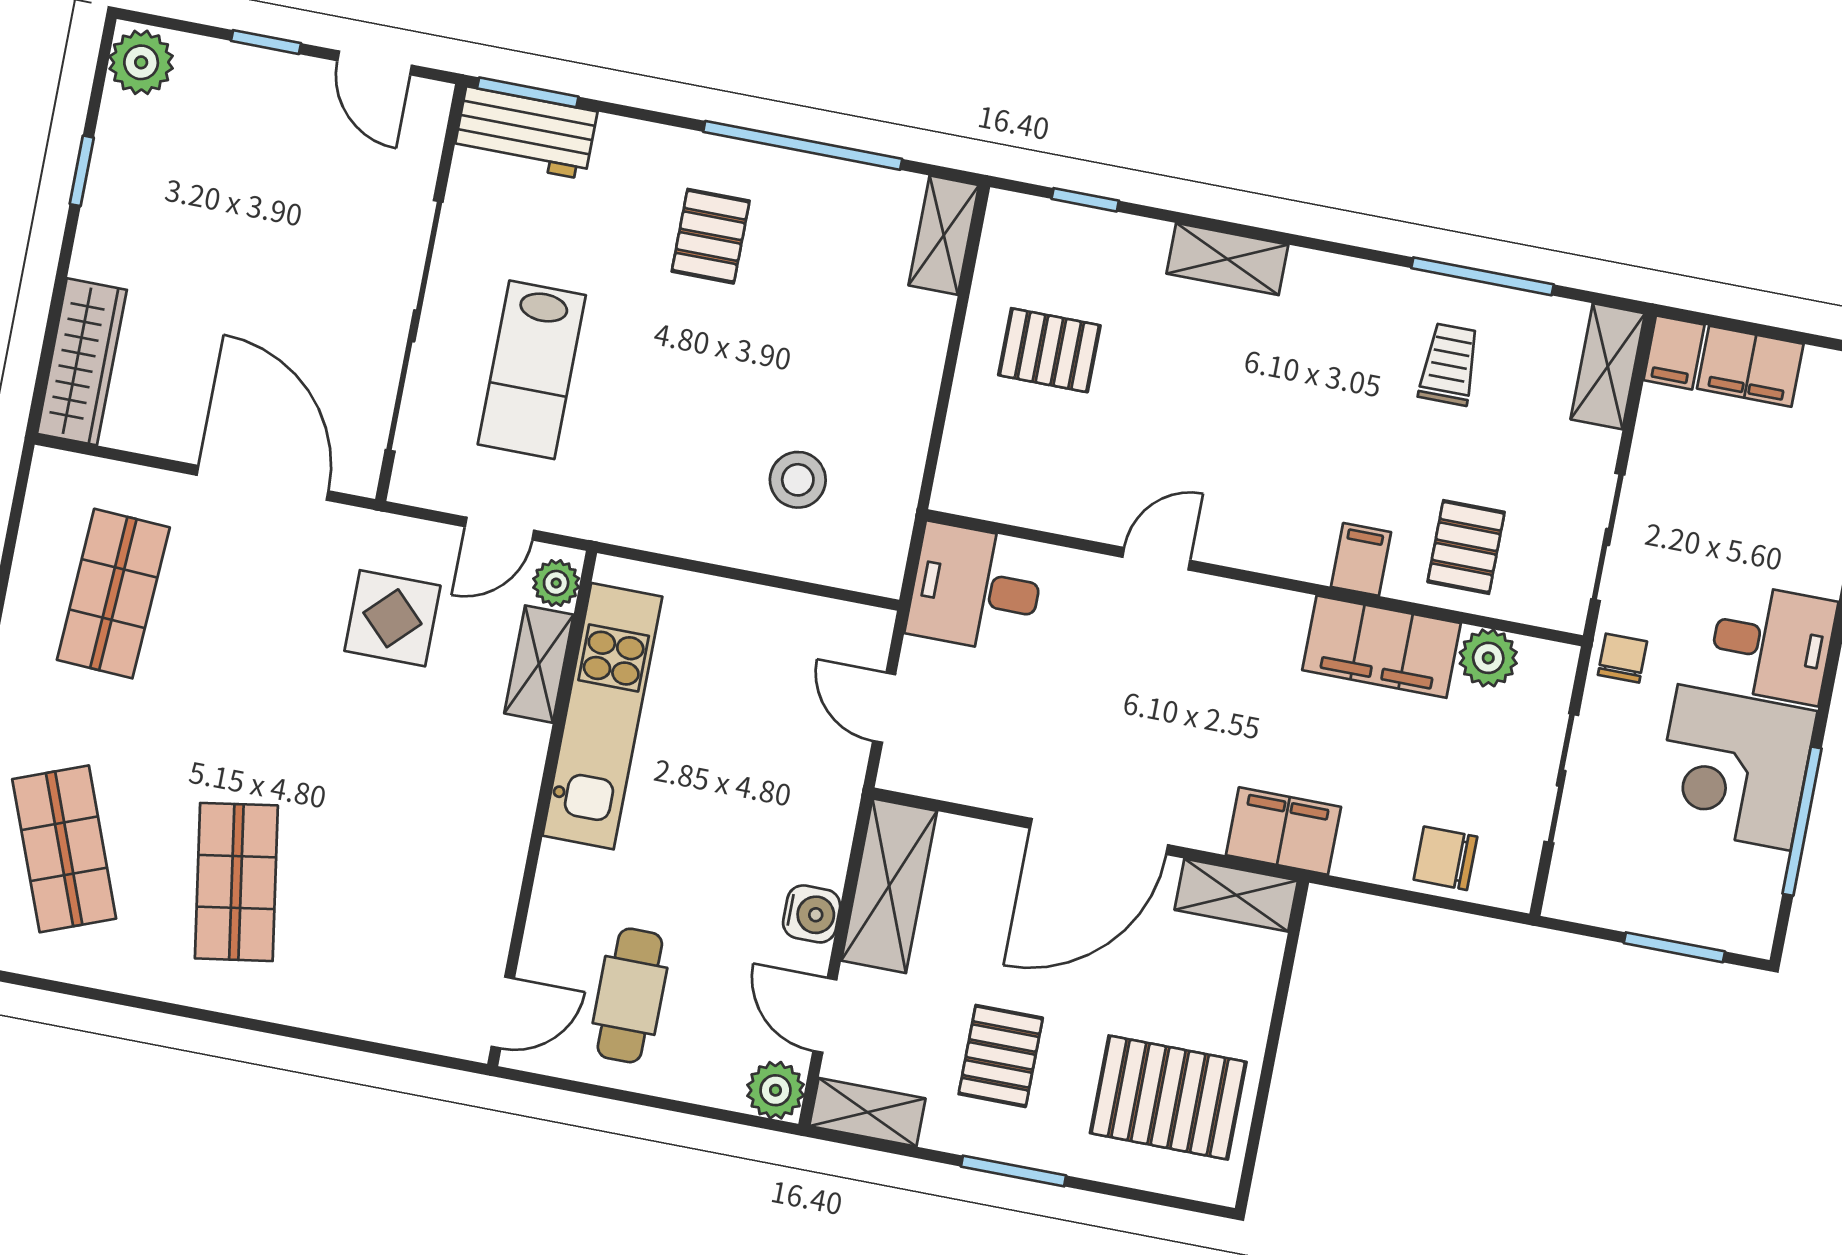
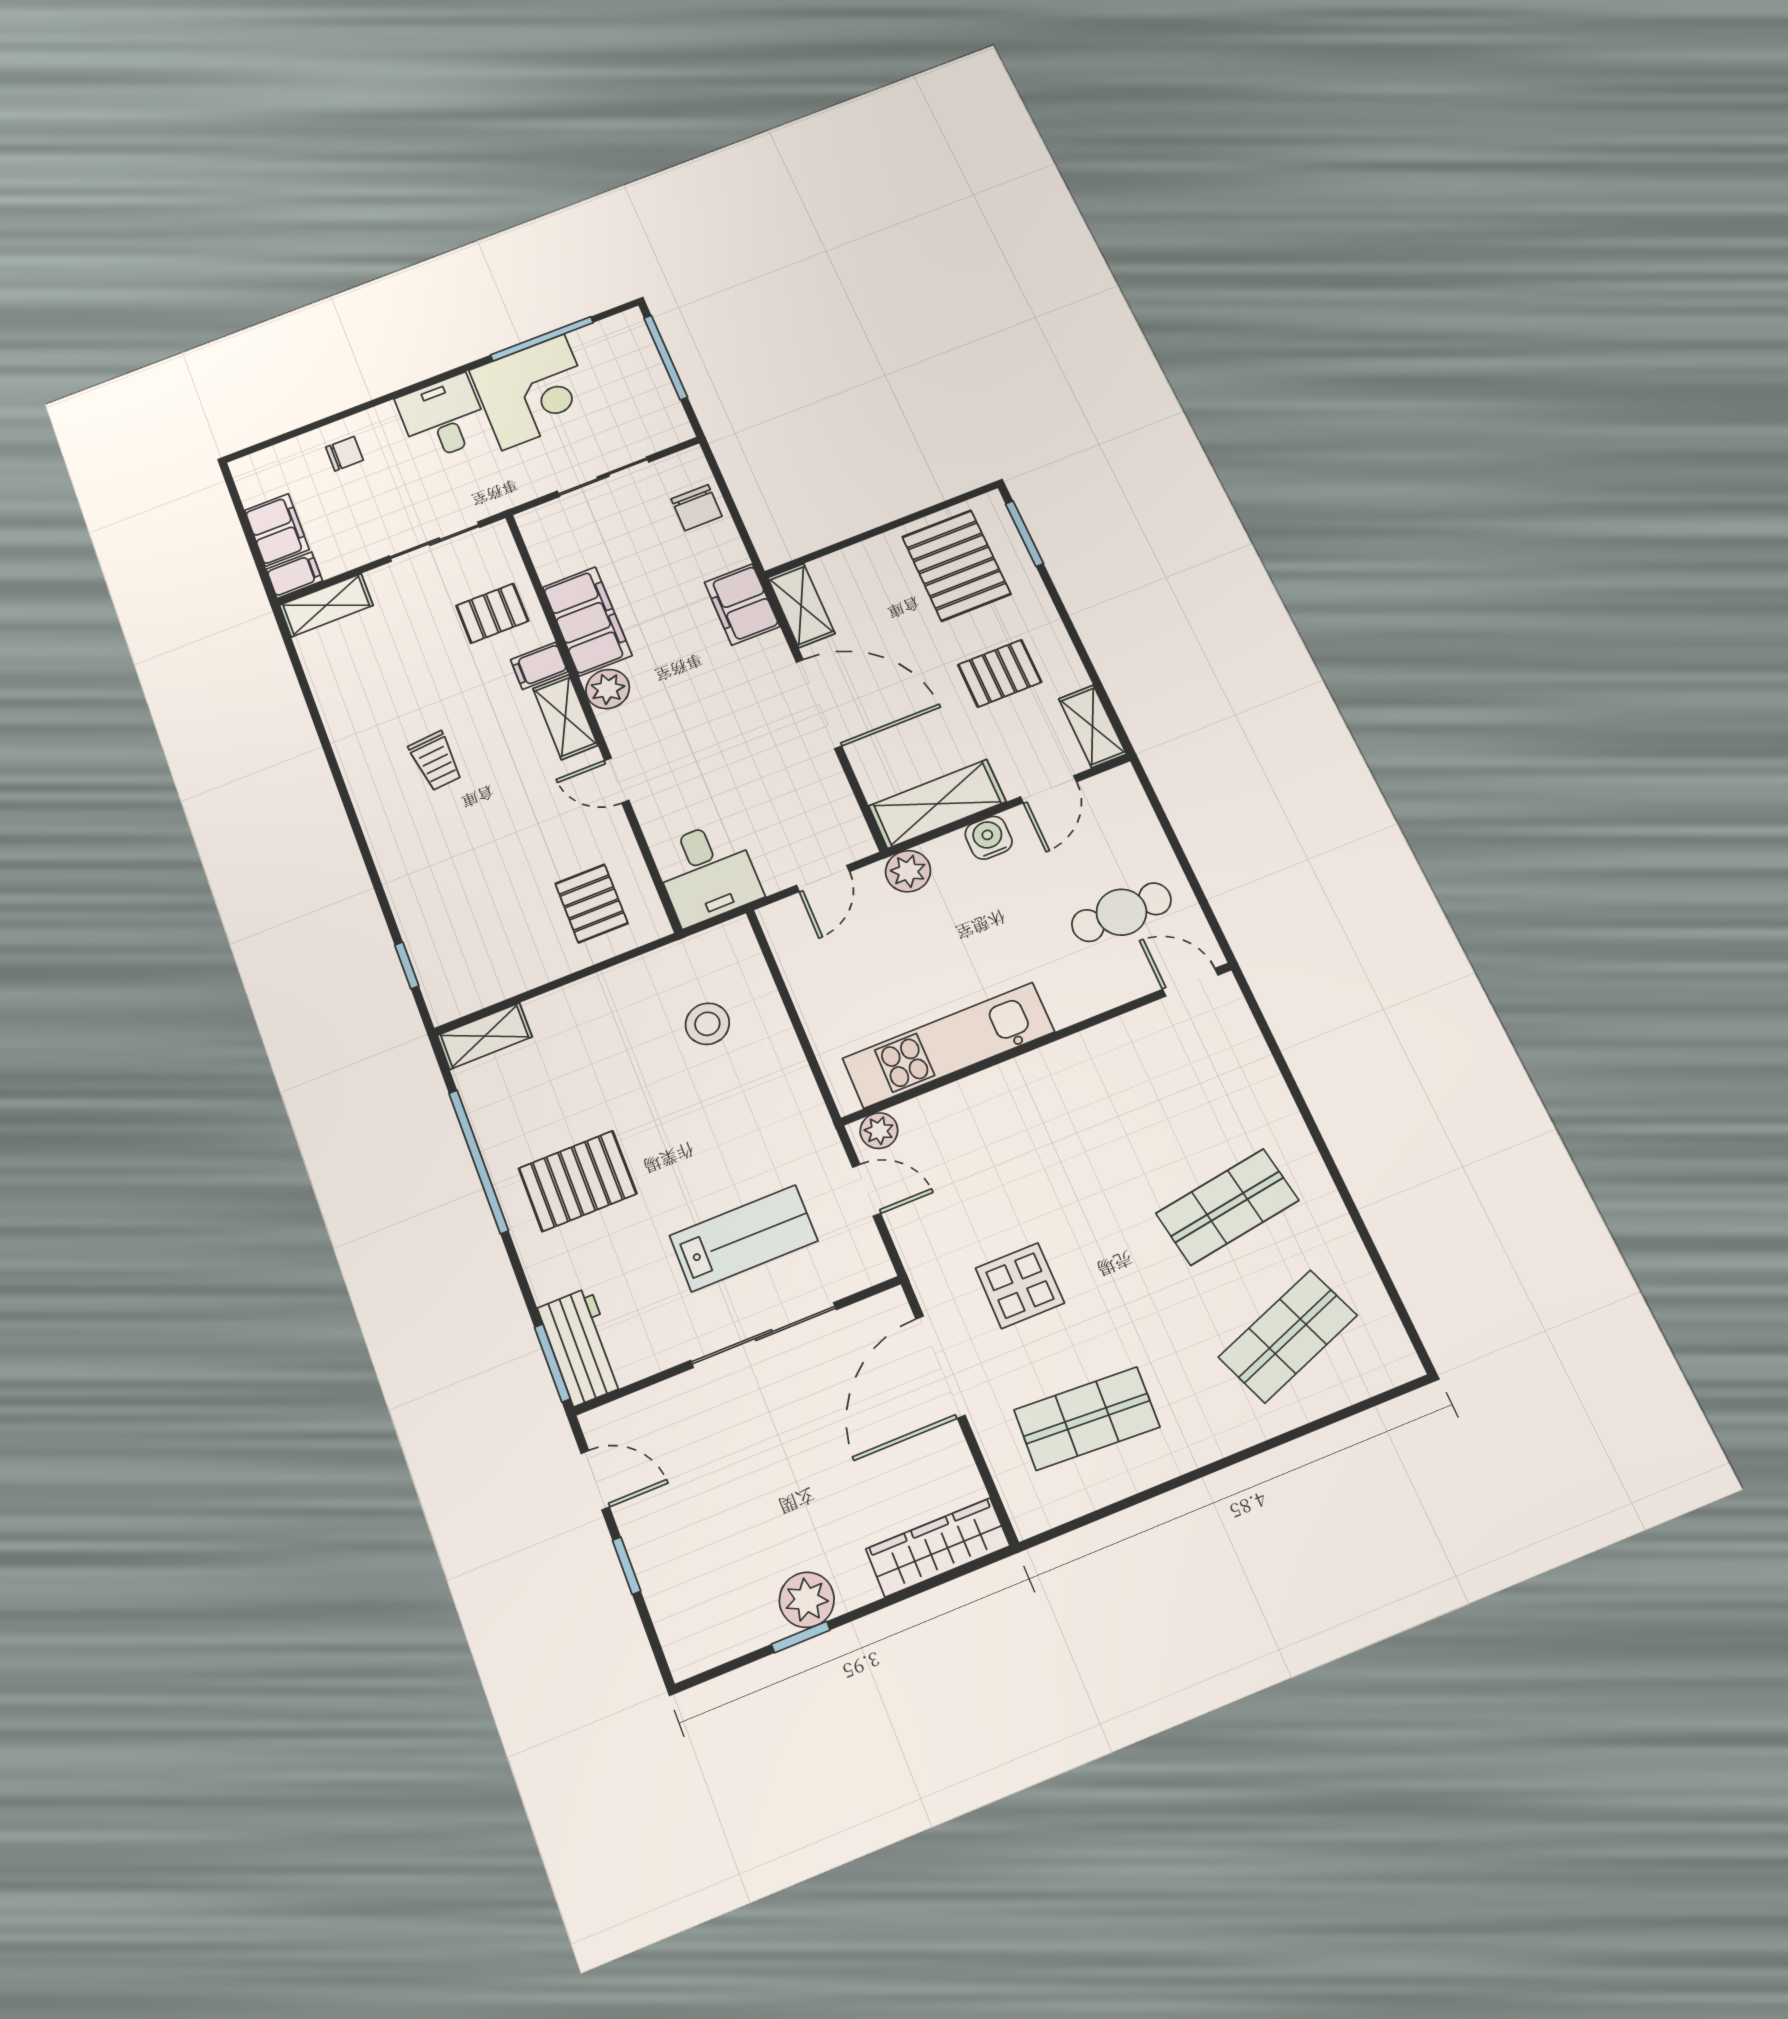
plant: (141, 62) -> (807, 1600), moved
door: (375, 63) -> (595, 1480), hinge flipped
pallet: (711, 236) -> (578, 1181), width x1.50, depth x1.42
shelving: (1227, 259) -> (565, 717), moved
window: (1482, 276) -> (312, 707), removed
sliding door: (414, 326) -> (764, 1335), width x0.73
pallet: (1049, 350) -> (591, 903), moved
trolley: (1449, 364) -> (436, 761), moved, turned -95
display table: (392, 618) -> (1020, 1286), moved
plant: (1488, 658) -> (608, 689), moved
chair: (1622, 658) -> (344, 454), moved, turned 180
shelving: (539, 664) -> (941, 1107), removed
window: (1674, 947) -> (666, 357), width x1.44
plant: (776, 1090) -> (908, 871), moved
window: (1014, 1171) -> (1024, 534), moved

